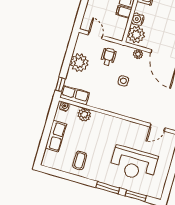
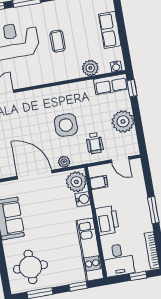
filing cabinet: (124, 12) -> (99, 182), moved
side table: (123, 81) -> (66, 125), width x1.87, depth x1.87
coffee table: (80, 161) -> (58, 41), moved

